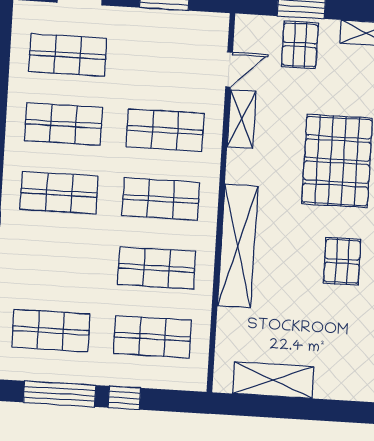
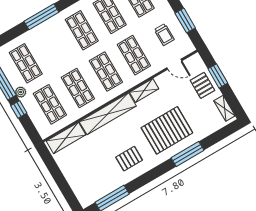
pallet: (300, 45) -> (202, 85), turned 90
trolley: (165, 52) -> (164, 35), added
shelving: (242, 119) -> (144, 90), moved
plant: (96, 374) -> (21, 92), added
shelving: (273, 380) -> (66, 138), moved, turned 90

